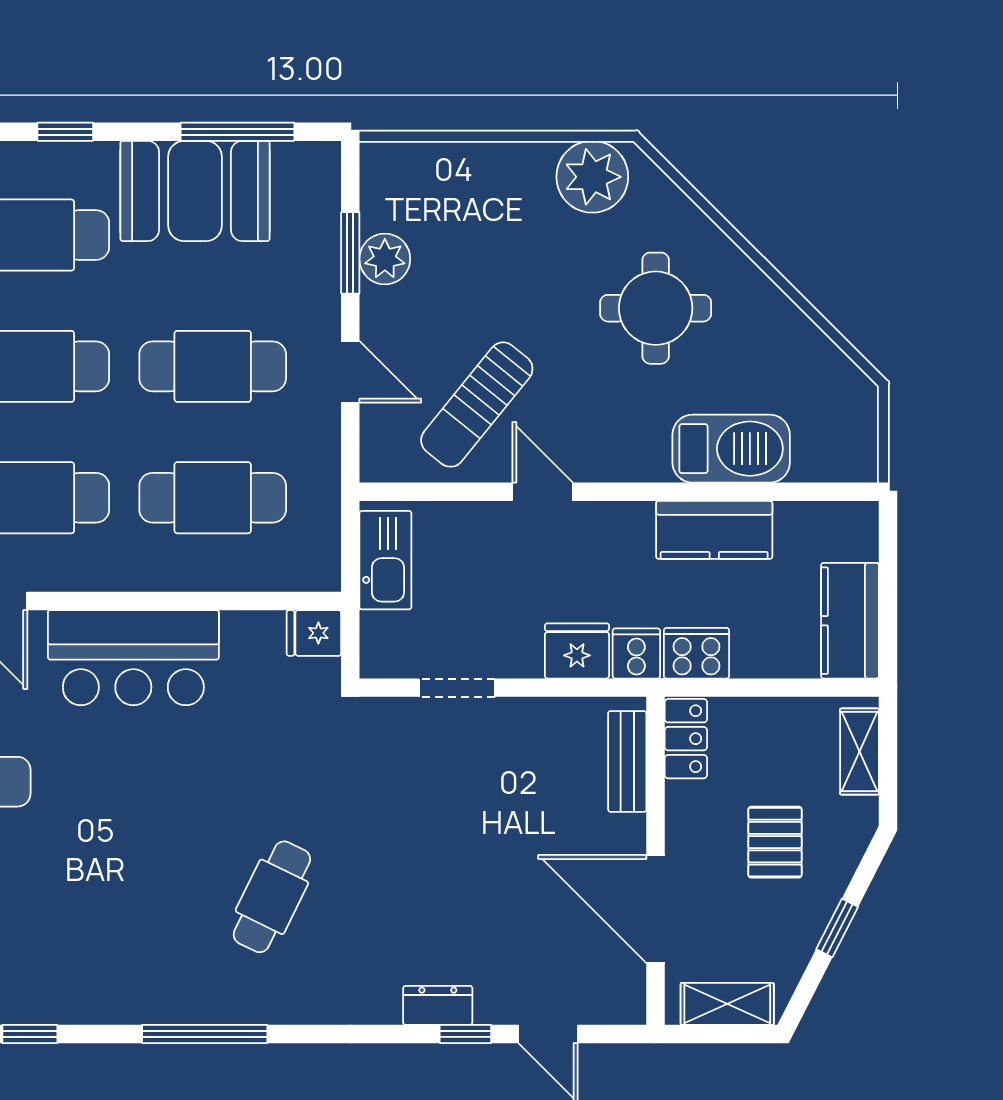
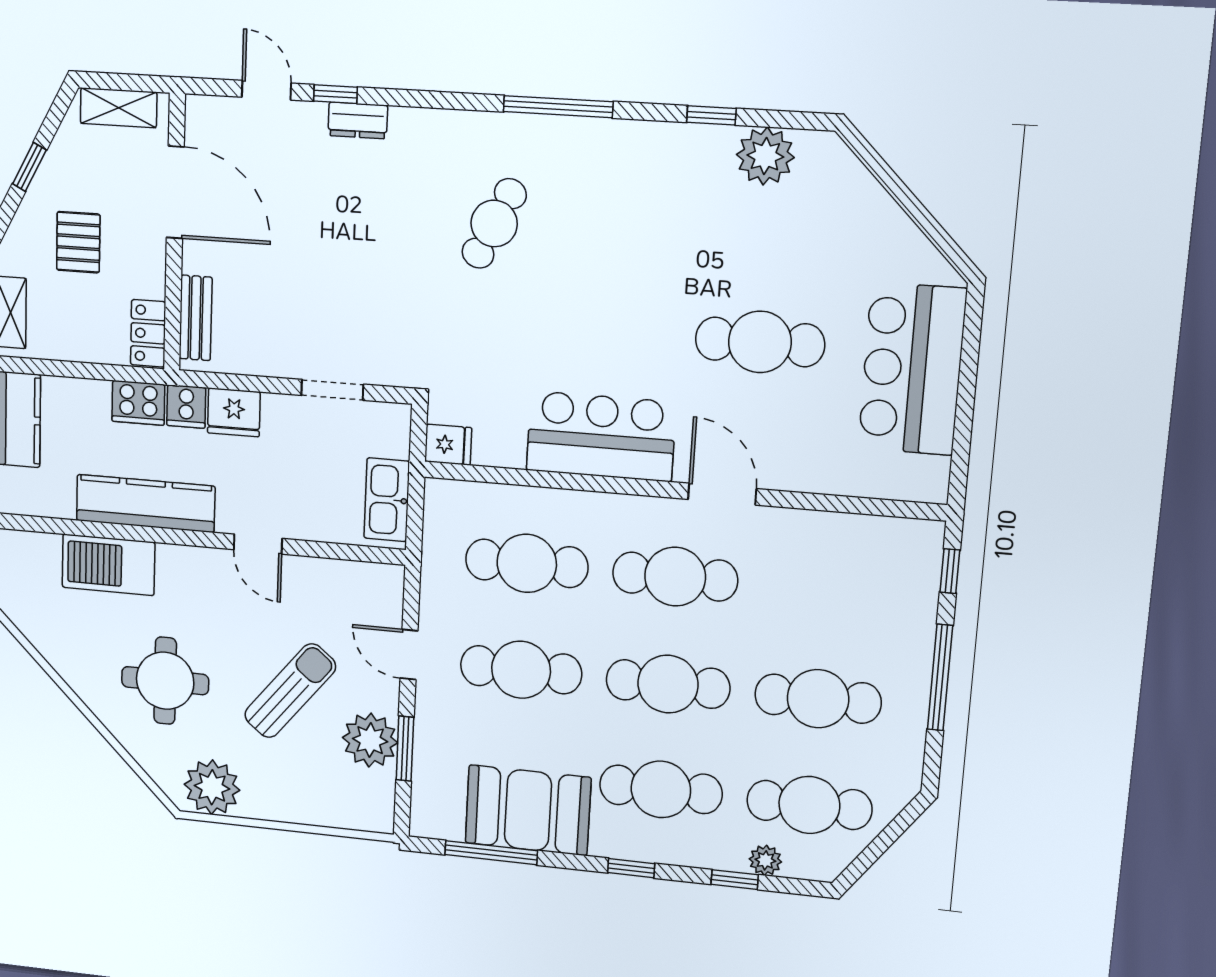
plant: (385, 259) -> (370, 740), width x1.36, depth x1.36
sun lounger: (477, 405) -> (290, 691), moved
kitchen counter: (714, 530) -> (145, 503), width x1.50

